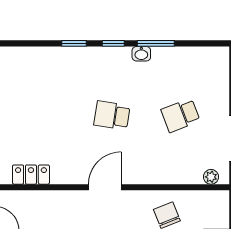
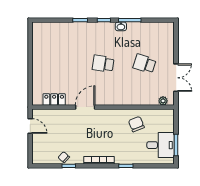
school desk: (180, 115) -> (145, 64), turned 39
door: (105, 187) -> (85, 107), moved

